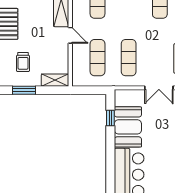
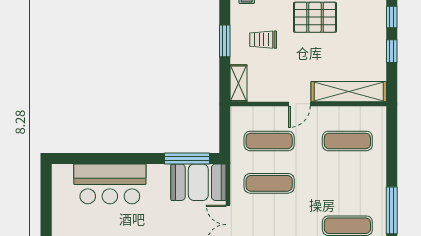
window: (110, 118) -> (187, 158), width x2.17
booth: (128, 127) -> (198, 182), moved

